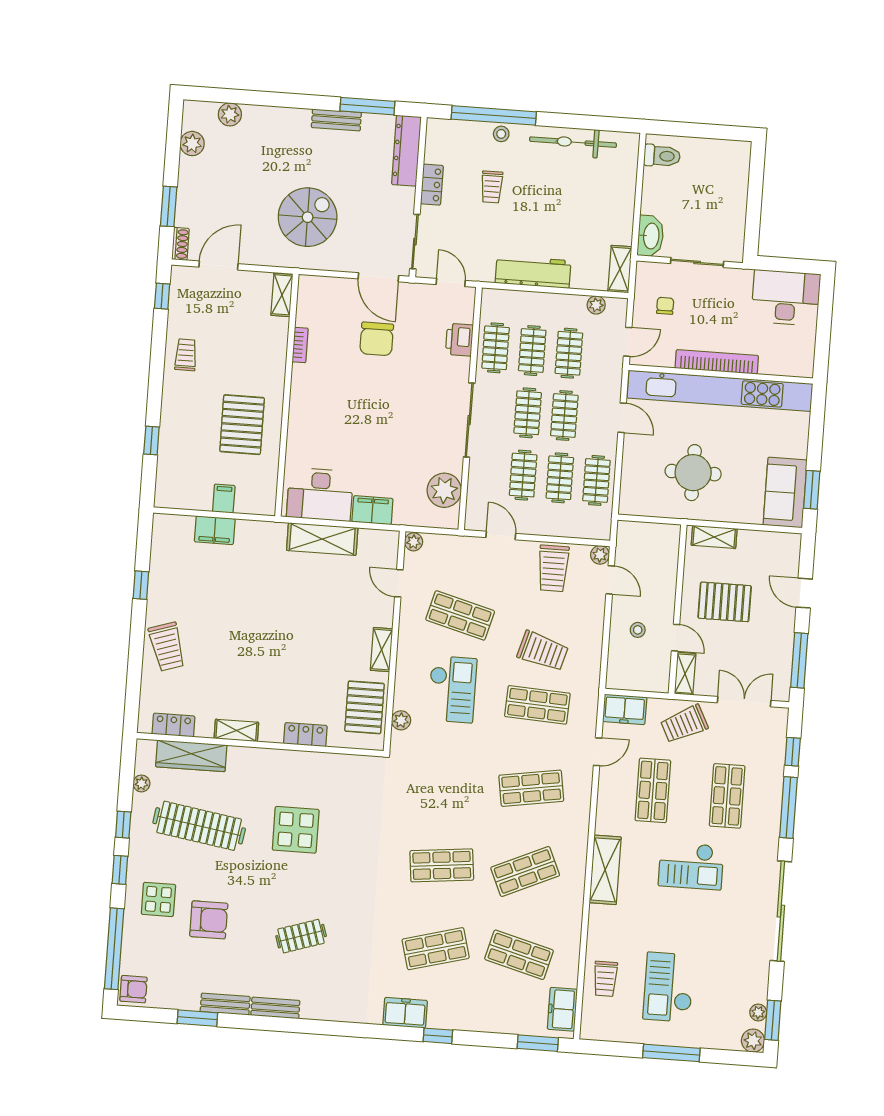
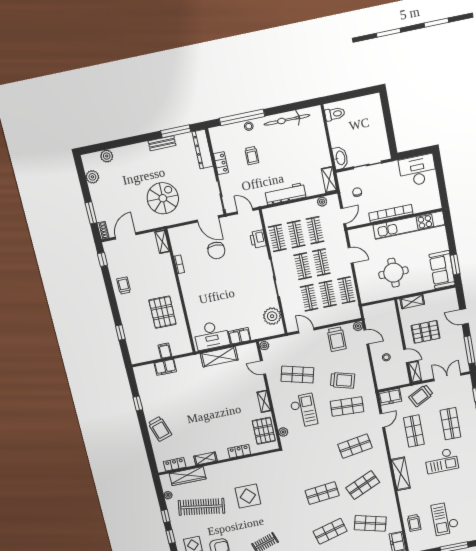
kitchen unit: (720, 391) -> (409, 225), width x0.73

